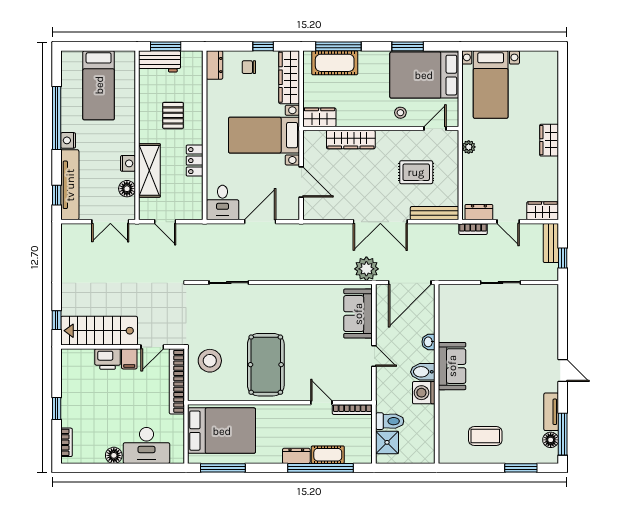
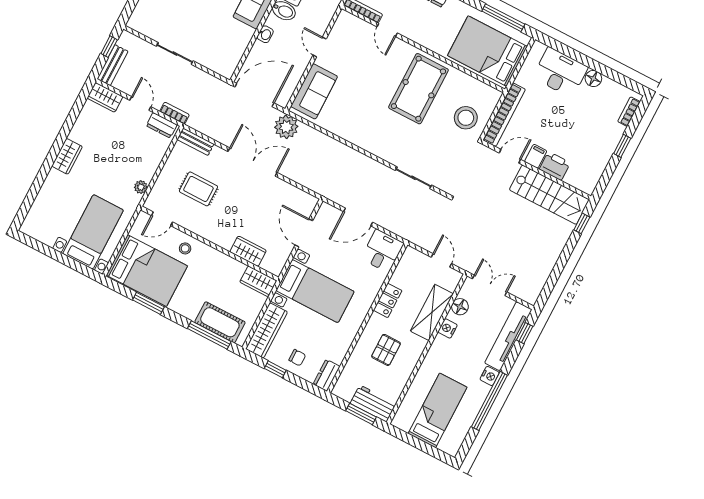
wardrobe: (351, 140) -> (248, 251), width x0.67
bench: (434, 213) -> (195, 142), width x0.73

